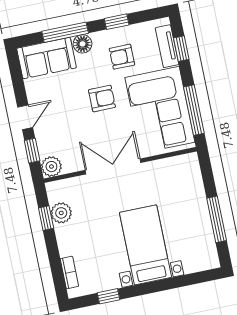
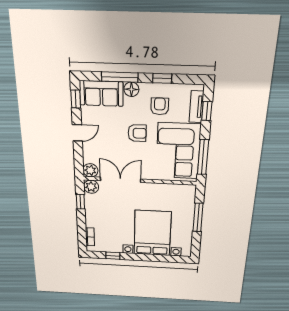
armchair: (122, 57) -> (160, 106), turned 90
window: (32, 151) -> (76, 99), moved
double door: (113, 166) -> (120, 180), moved
plant: (61, 213) -> (91, 187), moved
window: (217, 219) -> (198, 217), moved
bed with nightstands: (145, 245) -> (152, 233), width x1.36

